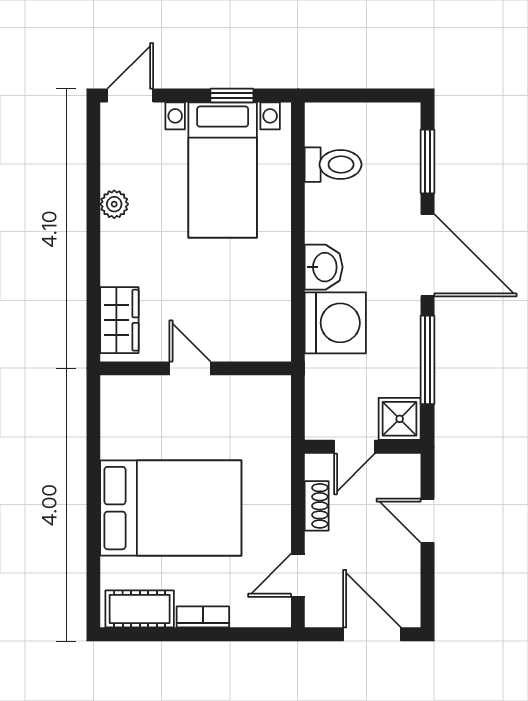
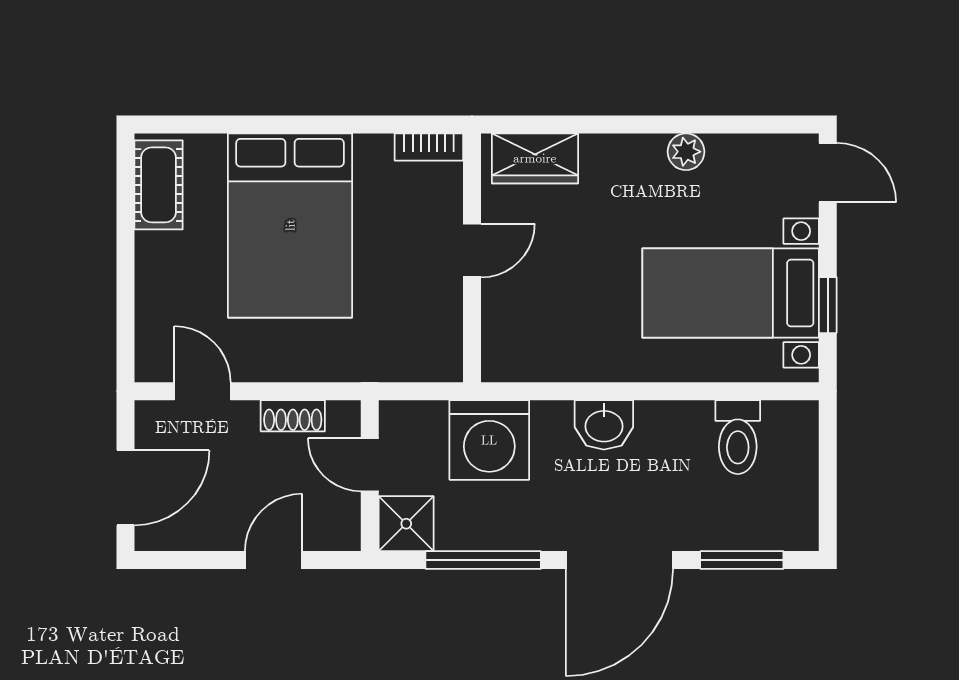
washing machine: (335, 323) -> (489, 440), moved
bookcase: (203, 617) -> (429, 147), moved, turned 90

